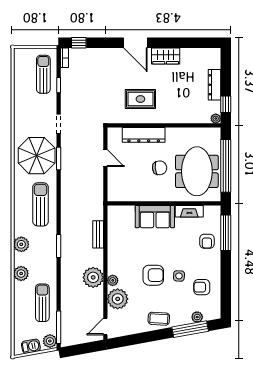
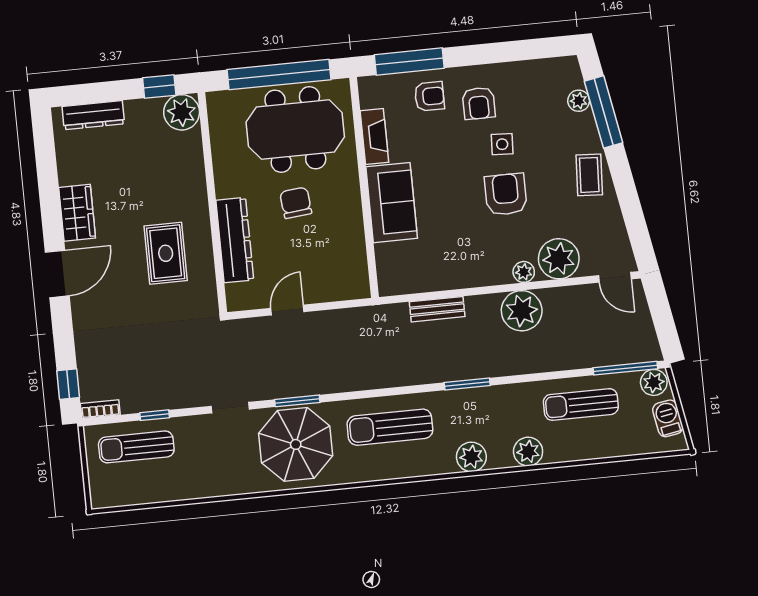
dresser: (214, 85) -> (93, 115), moved
plant: (216, 119) -> (182, 112), width x1.88, depth x1.88
armchair: (202, 287) -> (479, 103), moved

